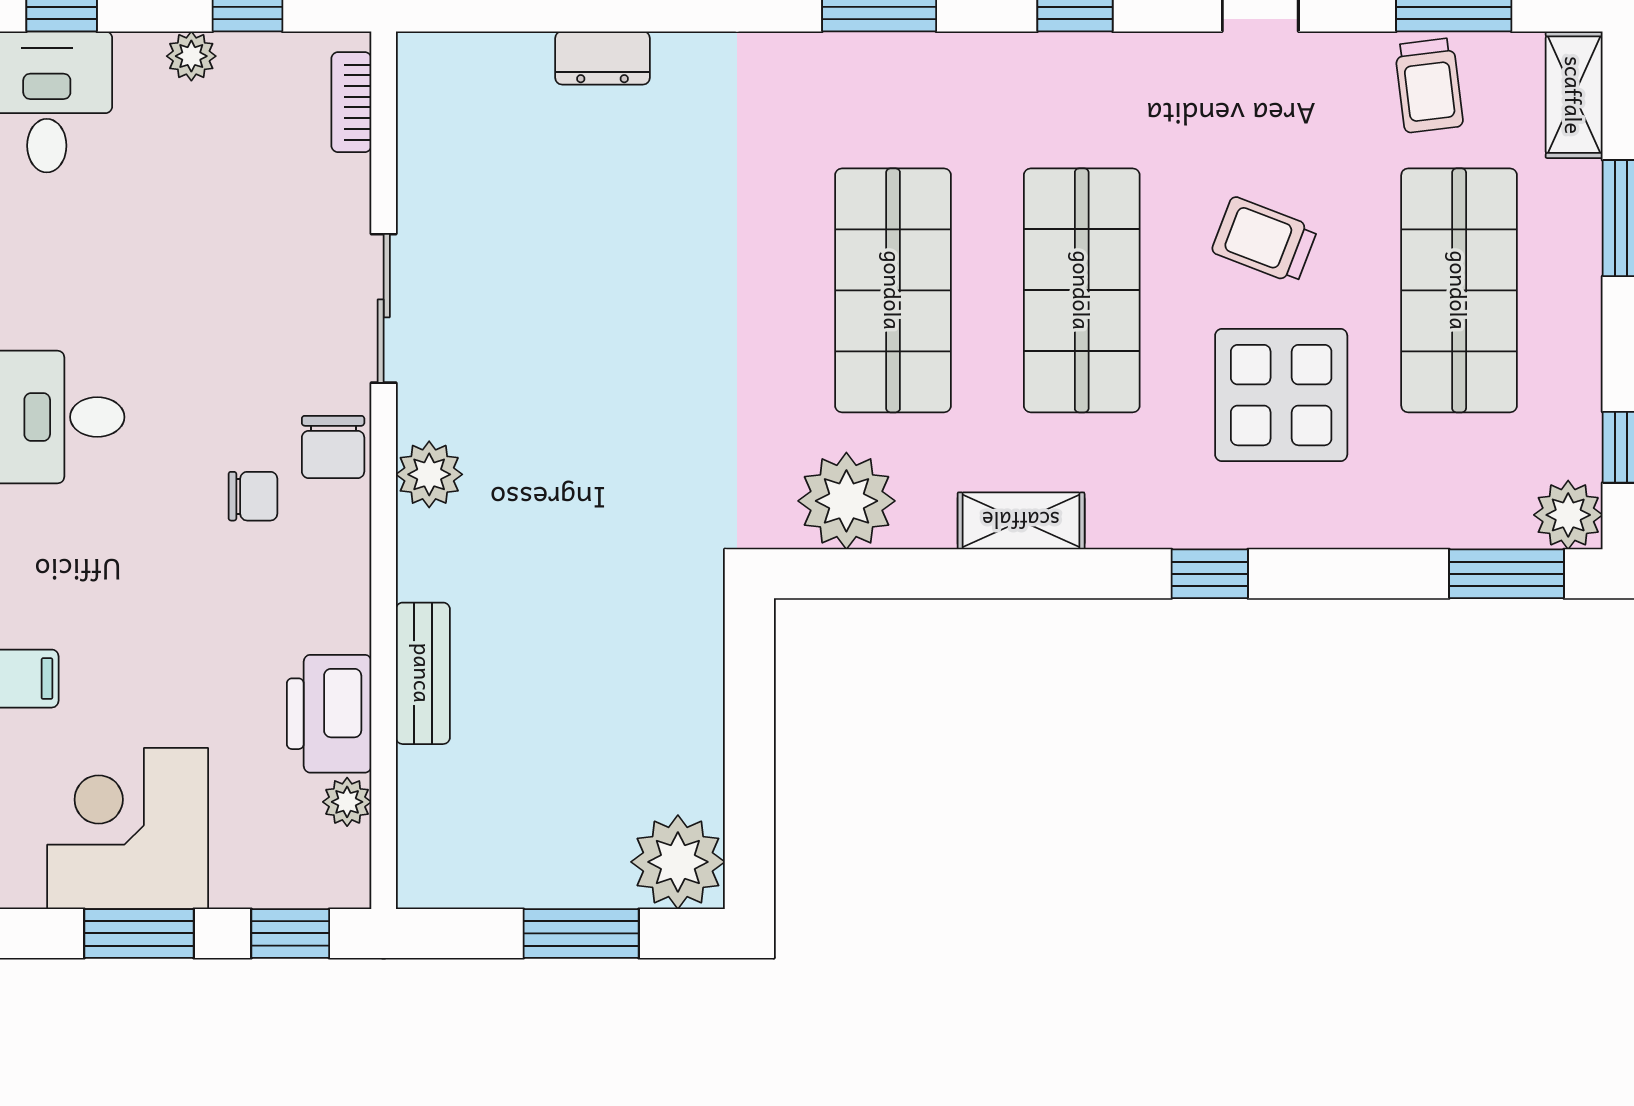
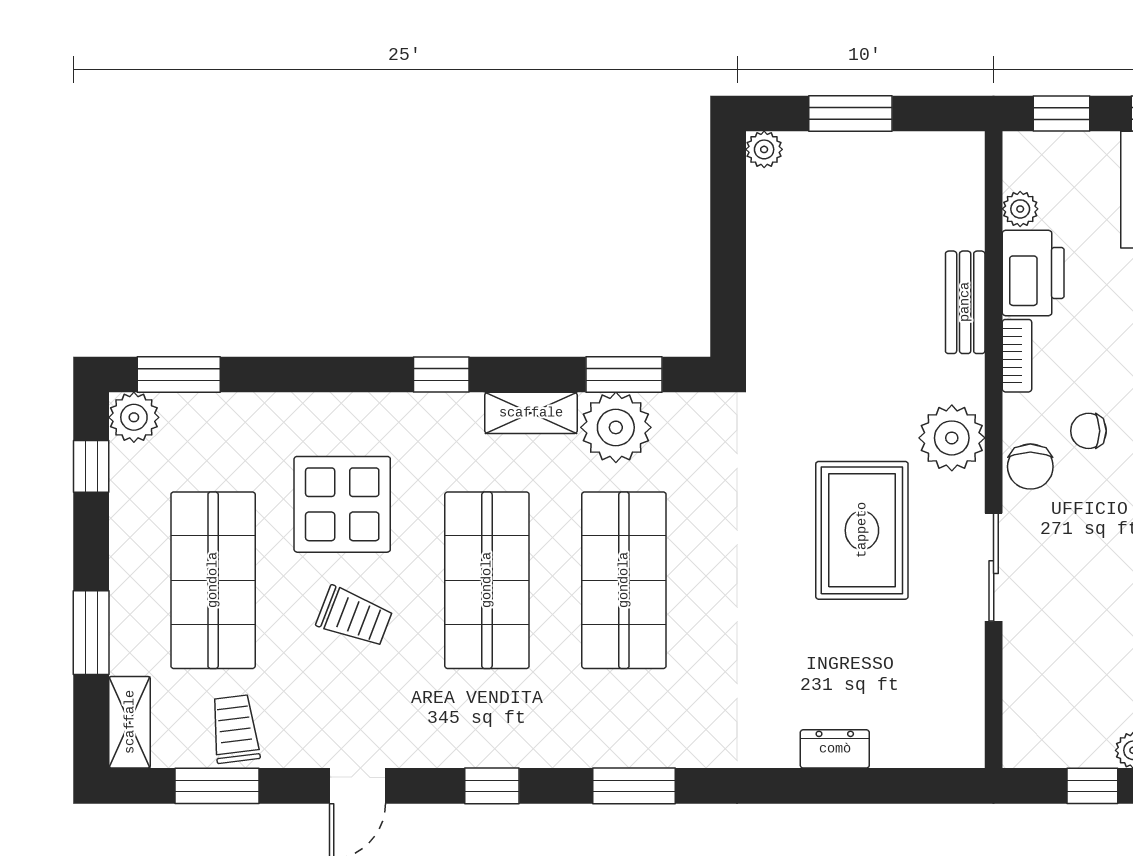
bookcase: (351, 102) -> (1017, 356), moved
rug: (565, 359) -> (862, 530), added
chair: (333, 447) -> (1030, 467), turned 180
plant: (429, 474) -> (952, 438), width x1.36, depth x1.36
plant: (846, 501) -> (616, 427), moved
window: (893, 574) -> (624, 375), added
window: (1210, 574) -> (441, 375), moved
plant: (678, 862) -> (764, 149), width x0.53, depth x0.53

